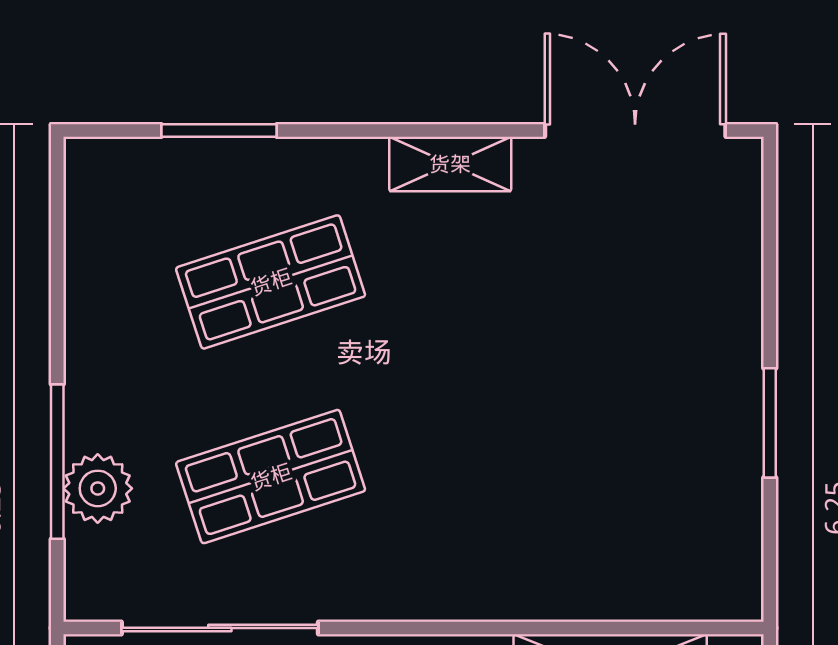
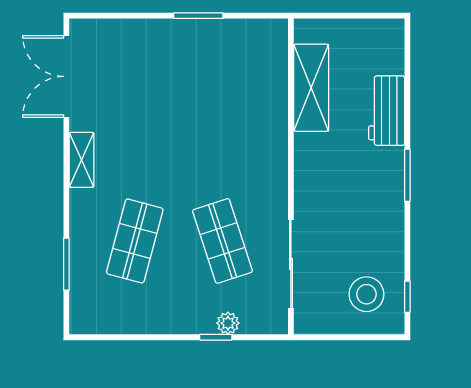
shop shelf: (271, 282) -> (135, 241), turned 33
window: (57, 462) -> (216, 337), width x0.46
plant: (98, 488) -> (228, 323), width x0.73, depth x0.73

